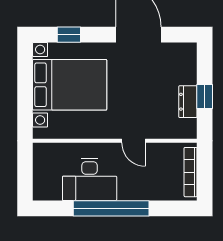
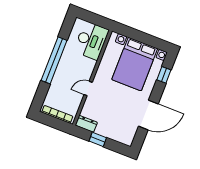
dresser: (188, 102) -> (86, 124), moved
desk: (90, 179) -> (91, 41), moved, turned 180

